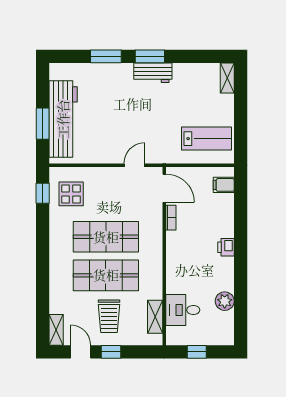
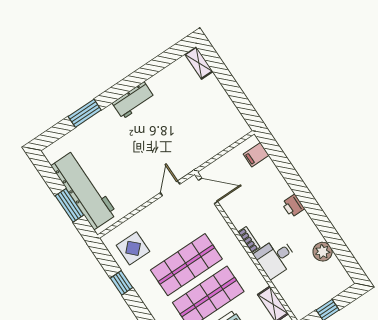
window: (150, 56) -> (122, 88), removed
lab bench: (207, 139) -> (216, 125), removed
window: (43, 193) -> (121, 283), moved
bookcase: (171, 218) -> (249, 240), moved
desk: (183, 310) -> (275, 258), moved

